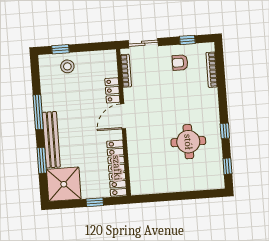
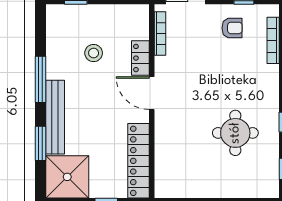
armchair: (180, 63) -> (232, 28), turned 180
stool: (67, 66) -> (94, 53), moved
door: (123, 116) -> (152, 93), hinge flipped

